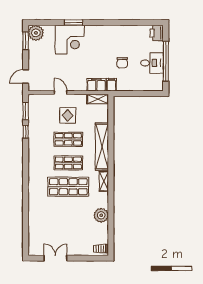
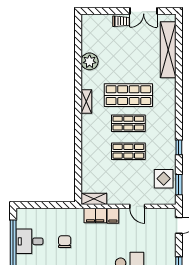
filing cabinet: (111, 85) -> (113, 216), moved
display table: (68, 115) -> (164, 179), moved
window: (26, 132) -> (179, 147), moved
shelving: (102, 147) -> (168, 50), moved
trolley: (101, 249) -> (121, 21), moved

